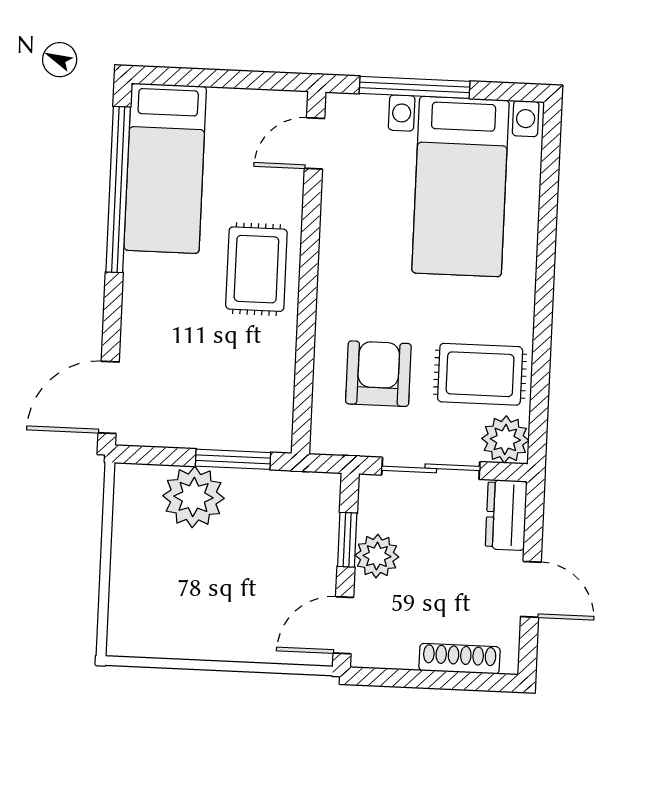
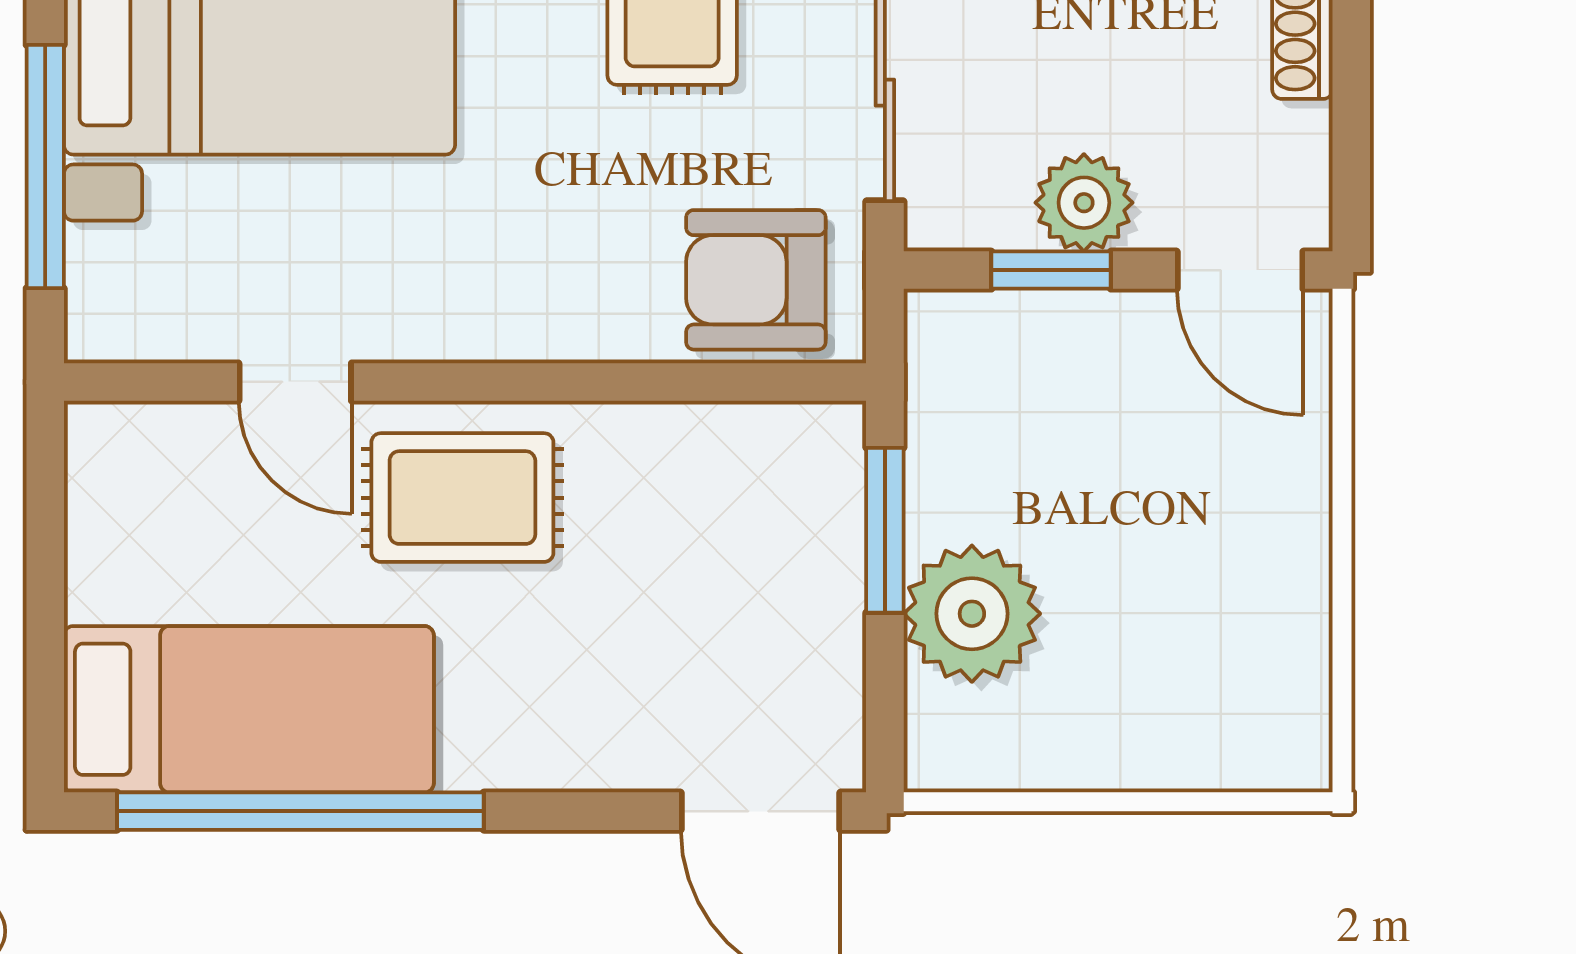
door: (314, 143) -> (295, 382), moved
armchair: (378, 374) -> (756, 280), moved

